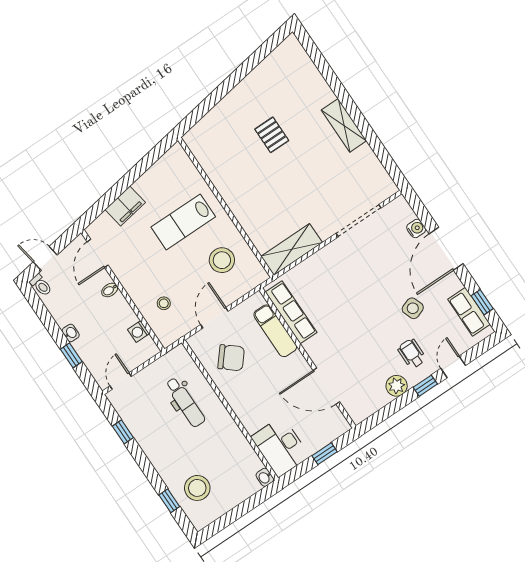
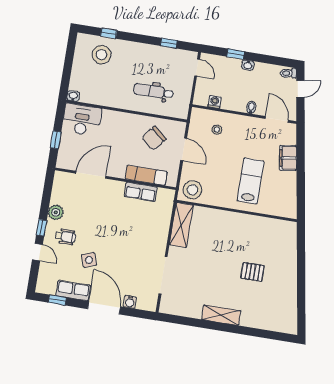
stool: (222, 260) -> (192, 190), moved
row of seats: (291, 312) -> (141, 192), width x0.68
row of seats: (469, 312) -> (73, 291), moved

